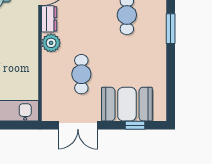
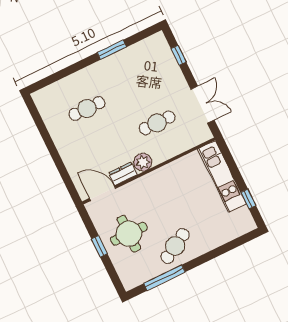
window: (171, 29) -> (112, 50), moved
booth: (127, 104) -> (164, 71), removed

